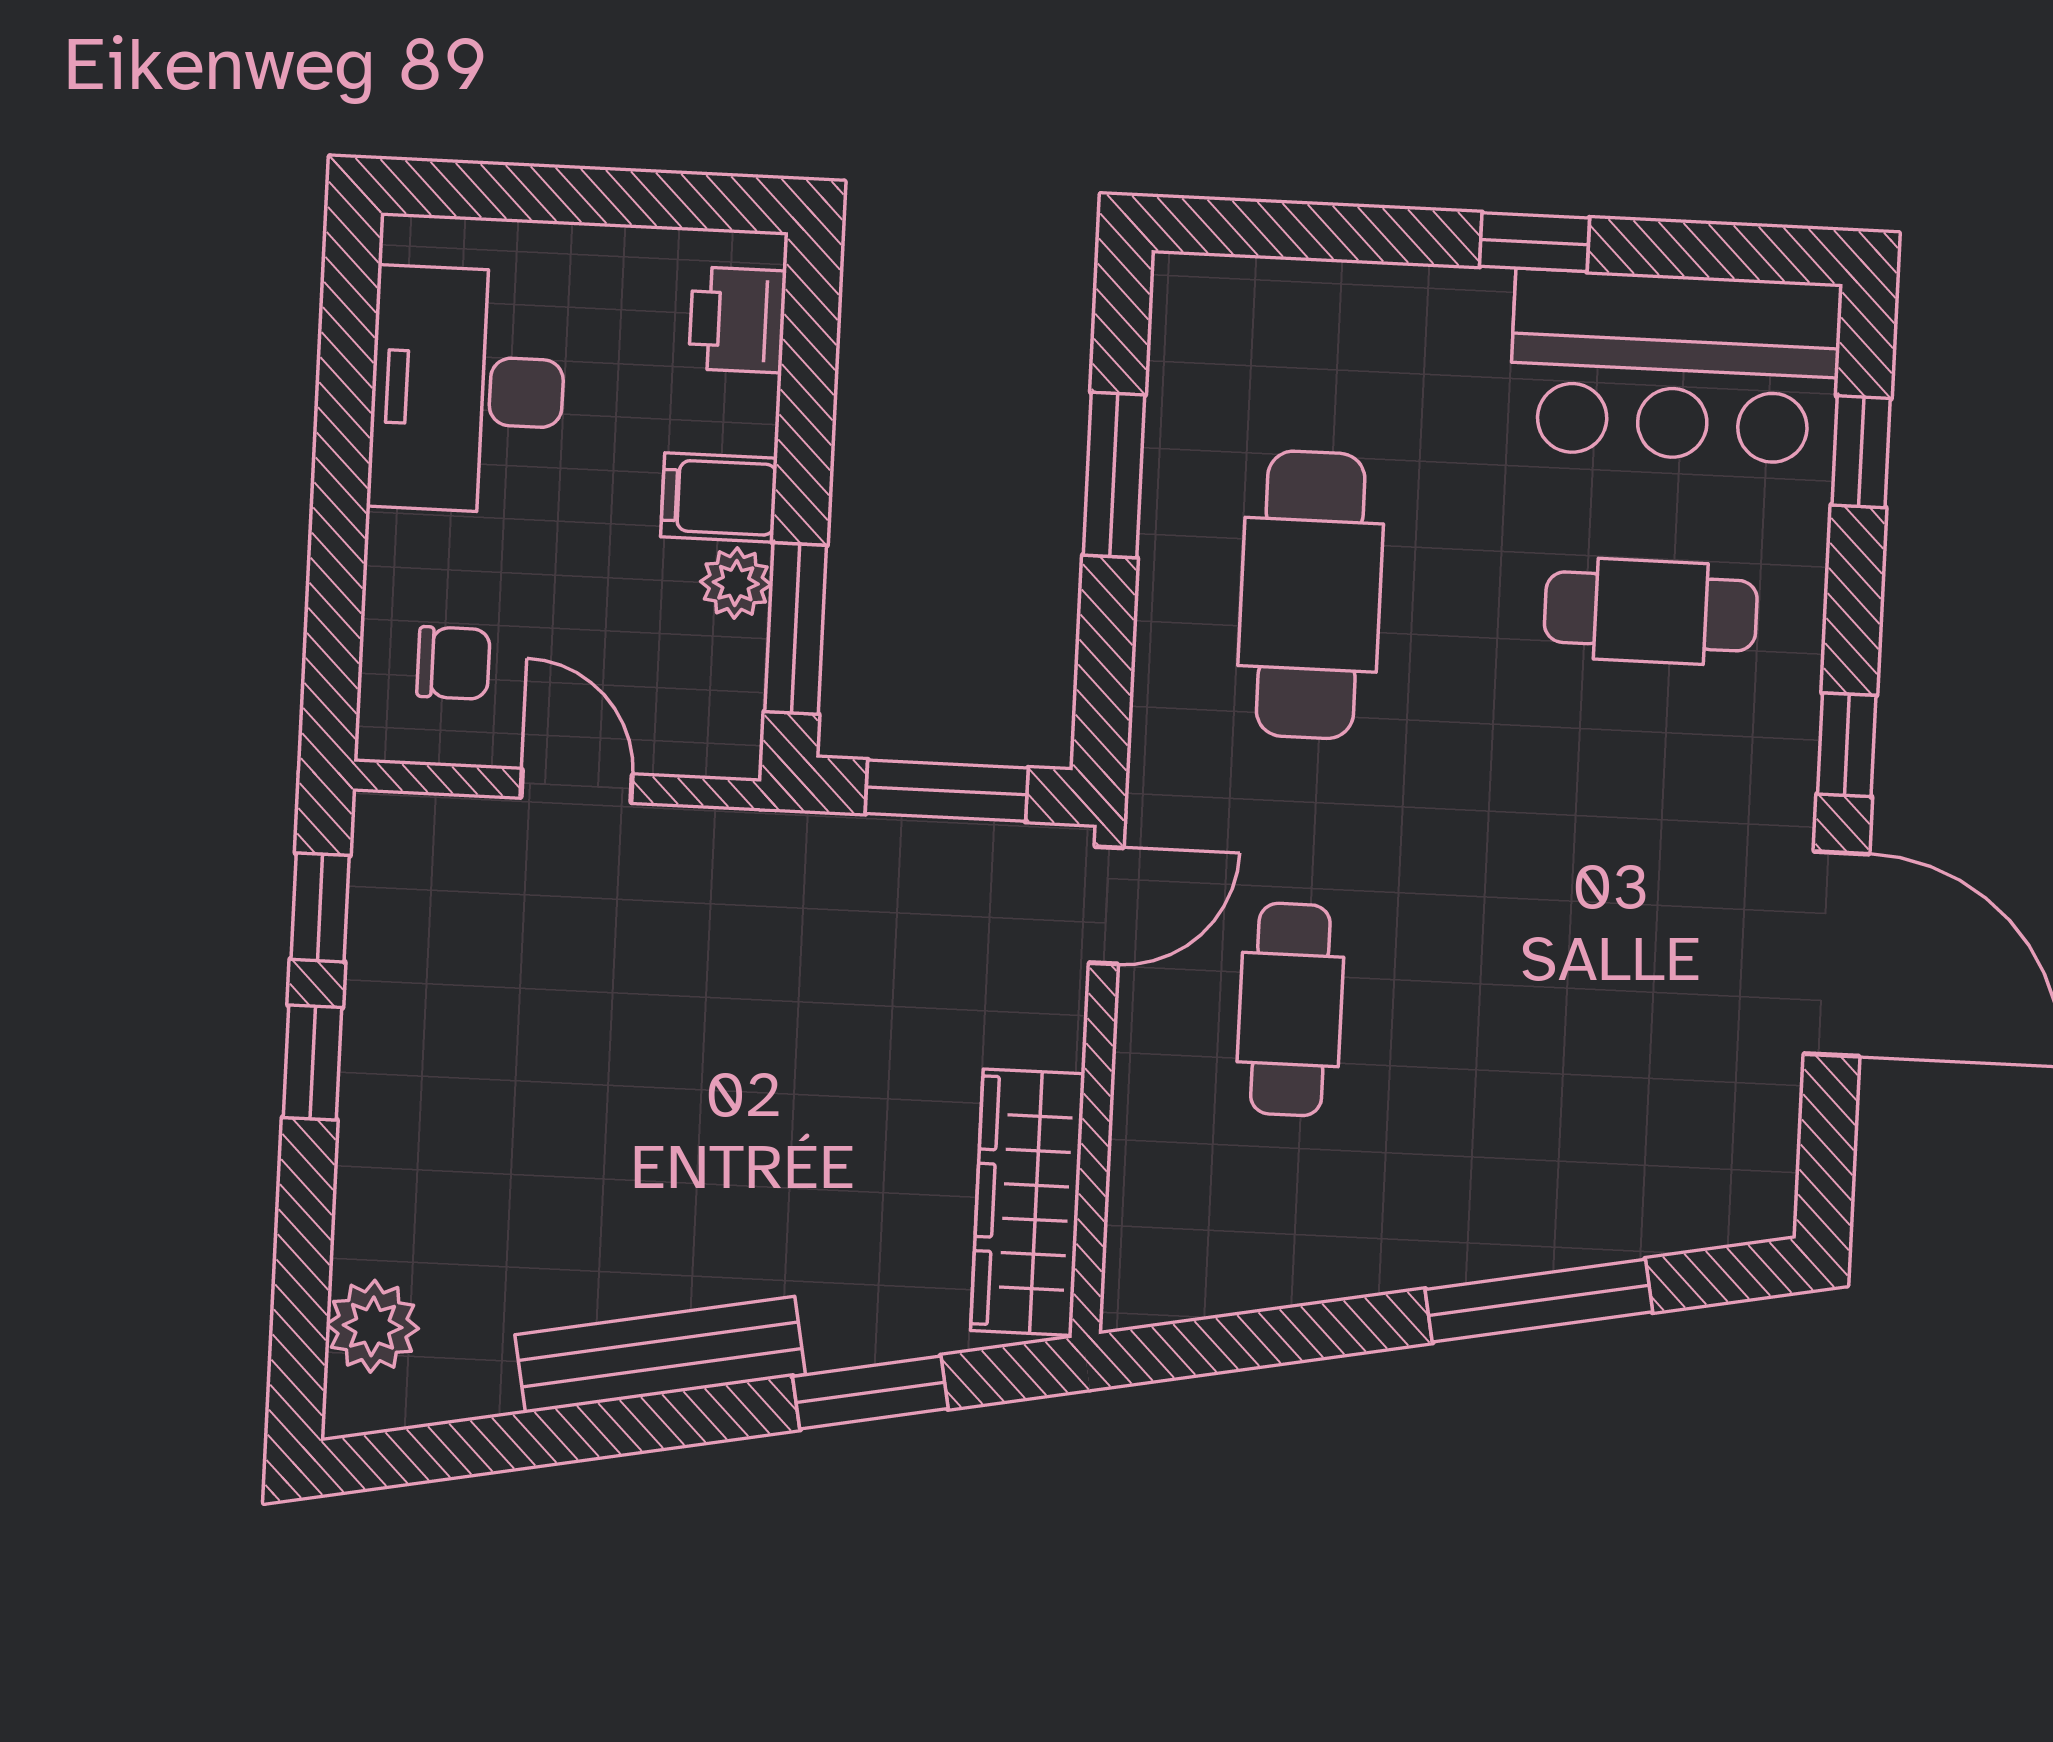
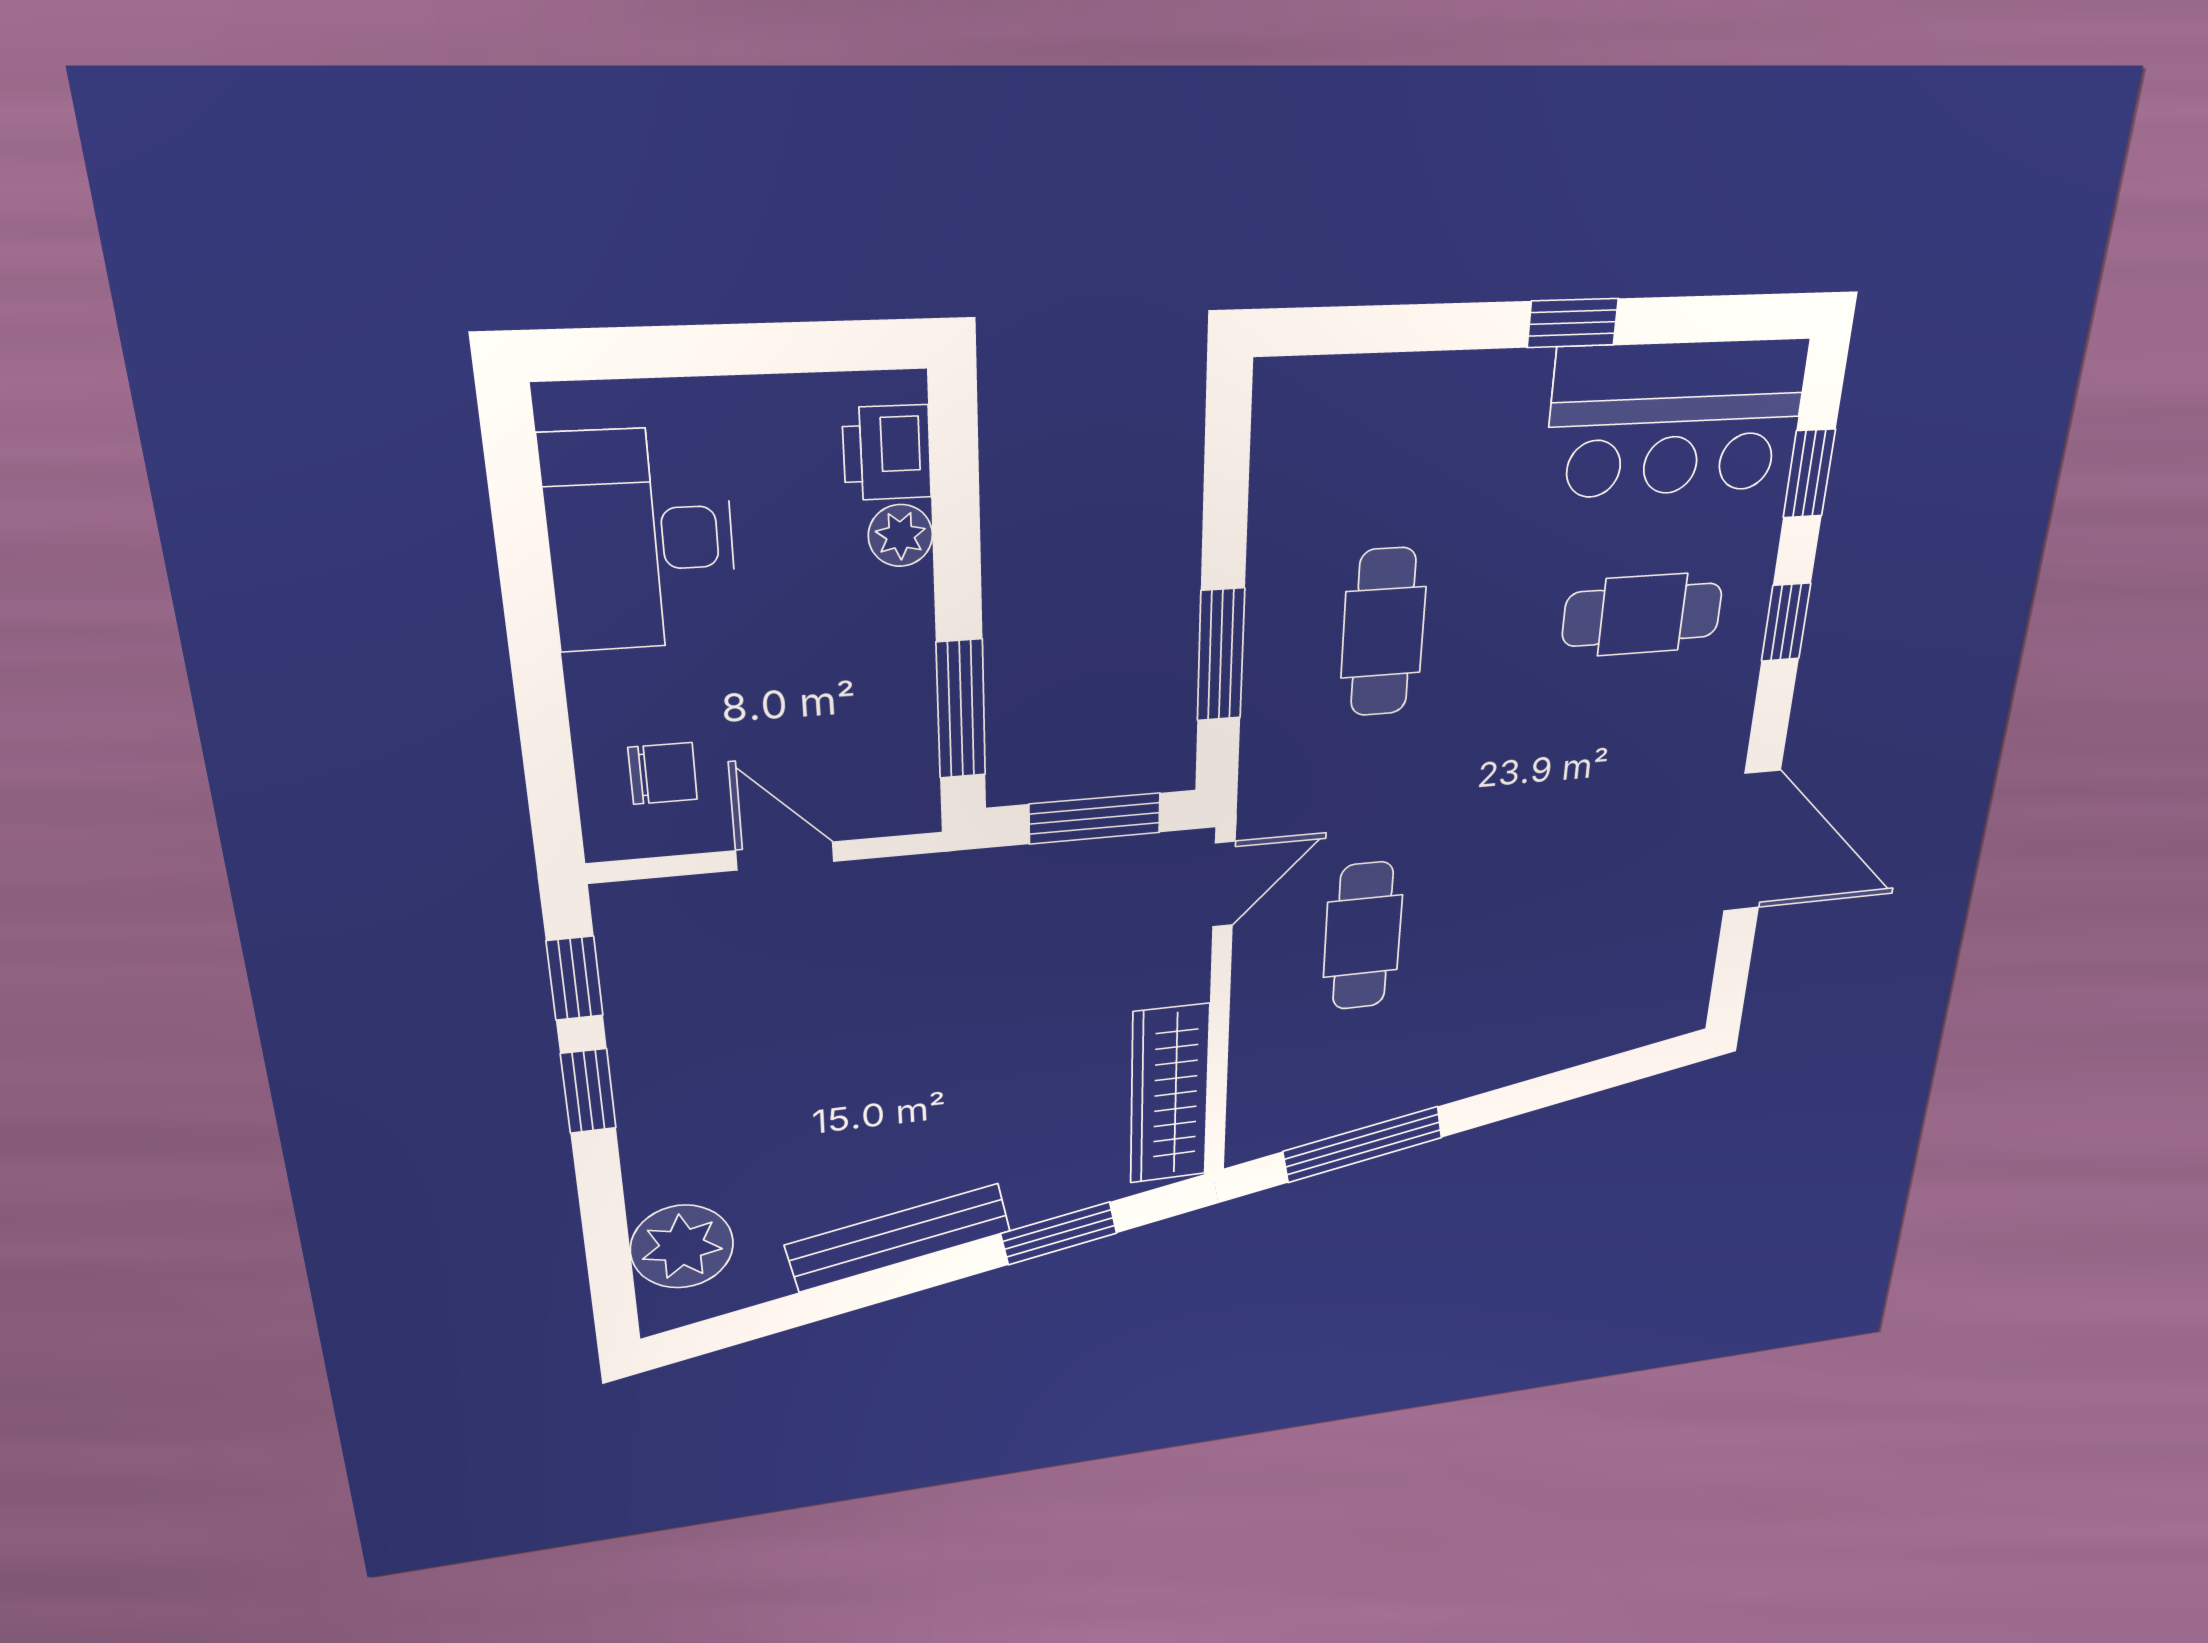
window: (1114, 475) -> (1221, 655), moved
filing cabinet: (719, 497) -> (885, 609), removed
plant: (736, 583) -> (900, 535), moved
cafe table: (1311, 595) -> (1383, 632), width x0.73, depth x0.74
window: (1847, 745) -> (1786, 622), moved
window: (1539, 1301) -> (1363, 1144), moved
plant: (373, 1326) -> (682, 1247), width x1.36, depth x1.36

